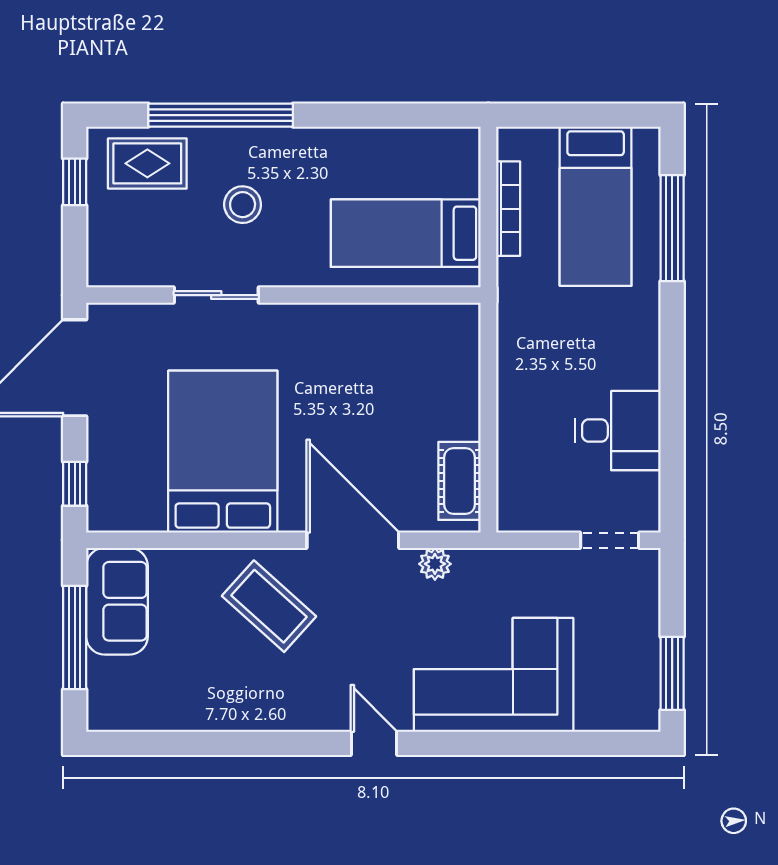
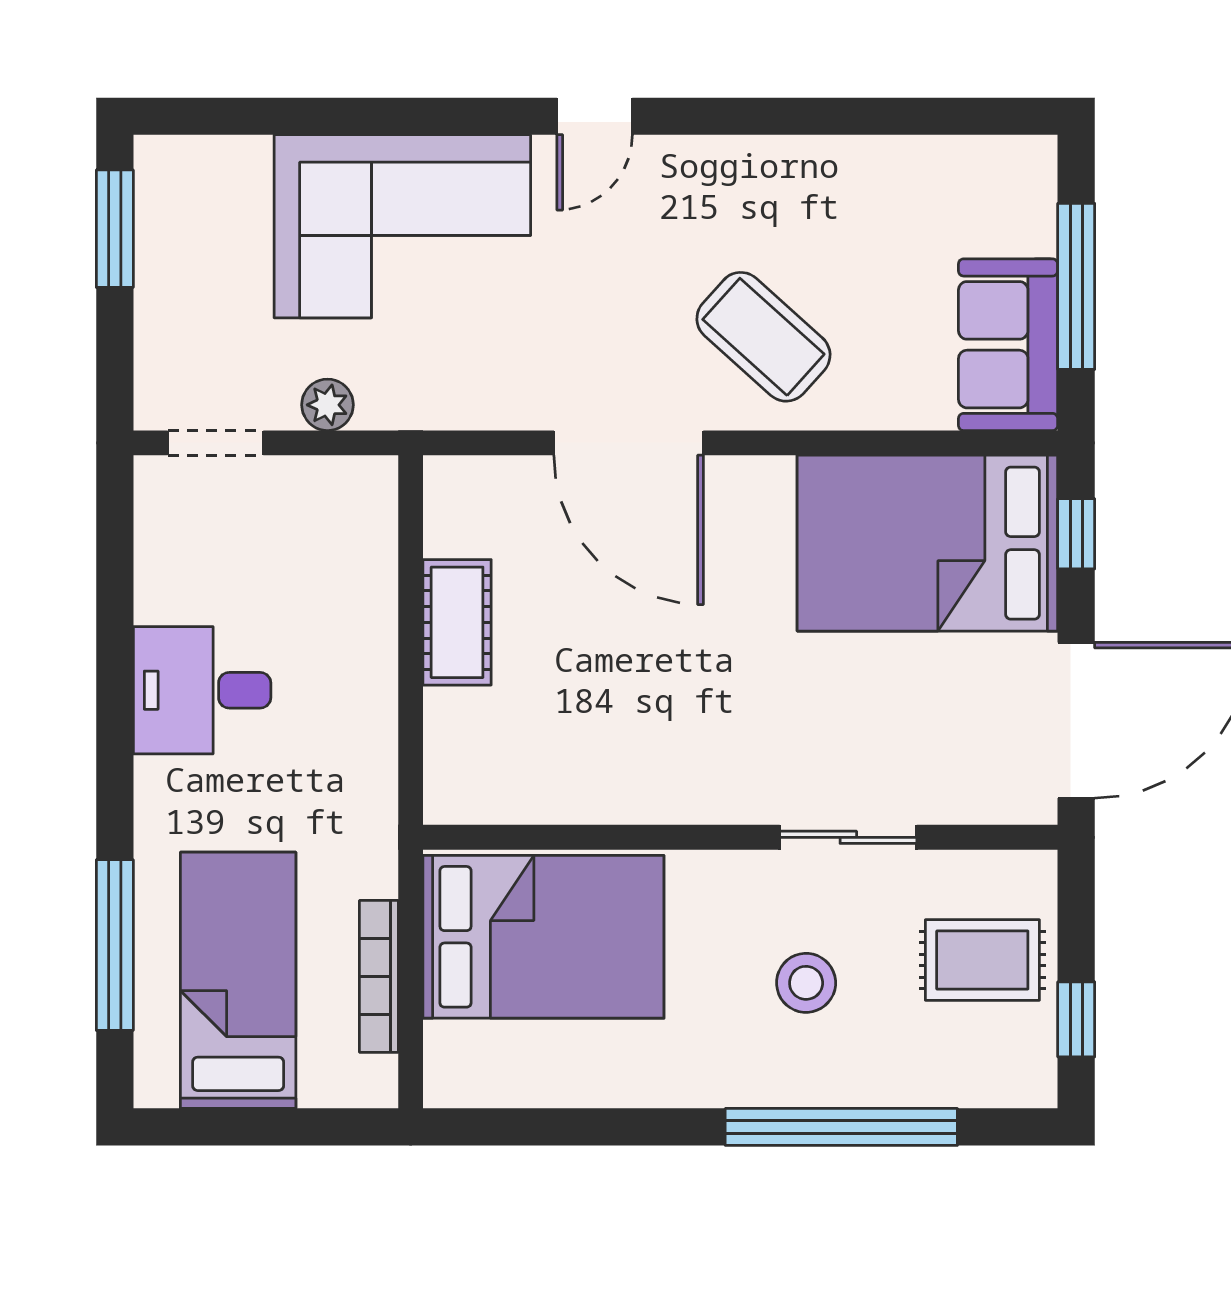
rug: (147, 163) -> (982, 960), moved
bed: (406, 233) -> (543, 937), width x1.50
desk: (618, 431) -> (202, 690), moved
bed: (223, 452) -> (927, 543), moved, turned 90
cot: (459, 481) -> (457, 622), moved
plant: (435, 564) -> (328, 405), moved
door: (374, 743) -> (595, 116), hinge flipped

